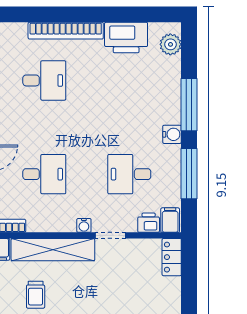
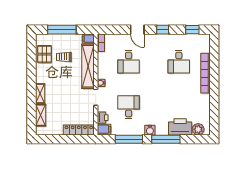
printer: (126, 38) -> (180, 127), moved, turned 90
locker: (172, 257) -> (79, 130), width x1.53

